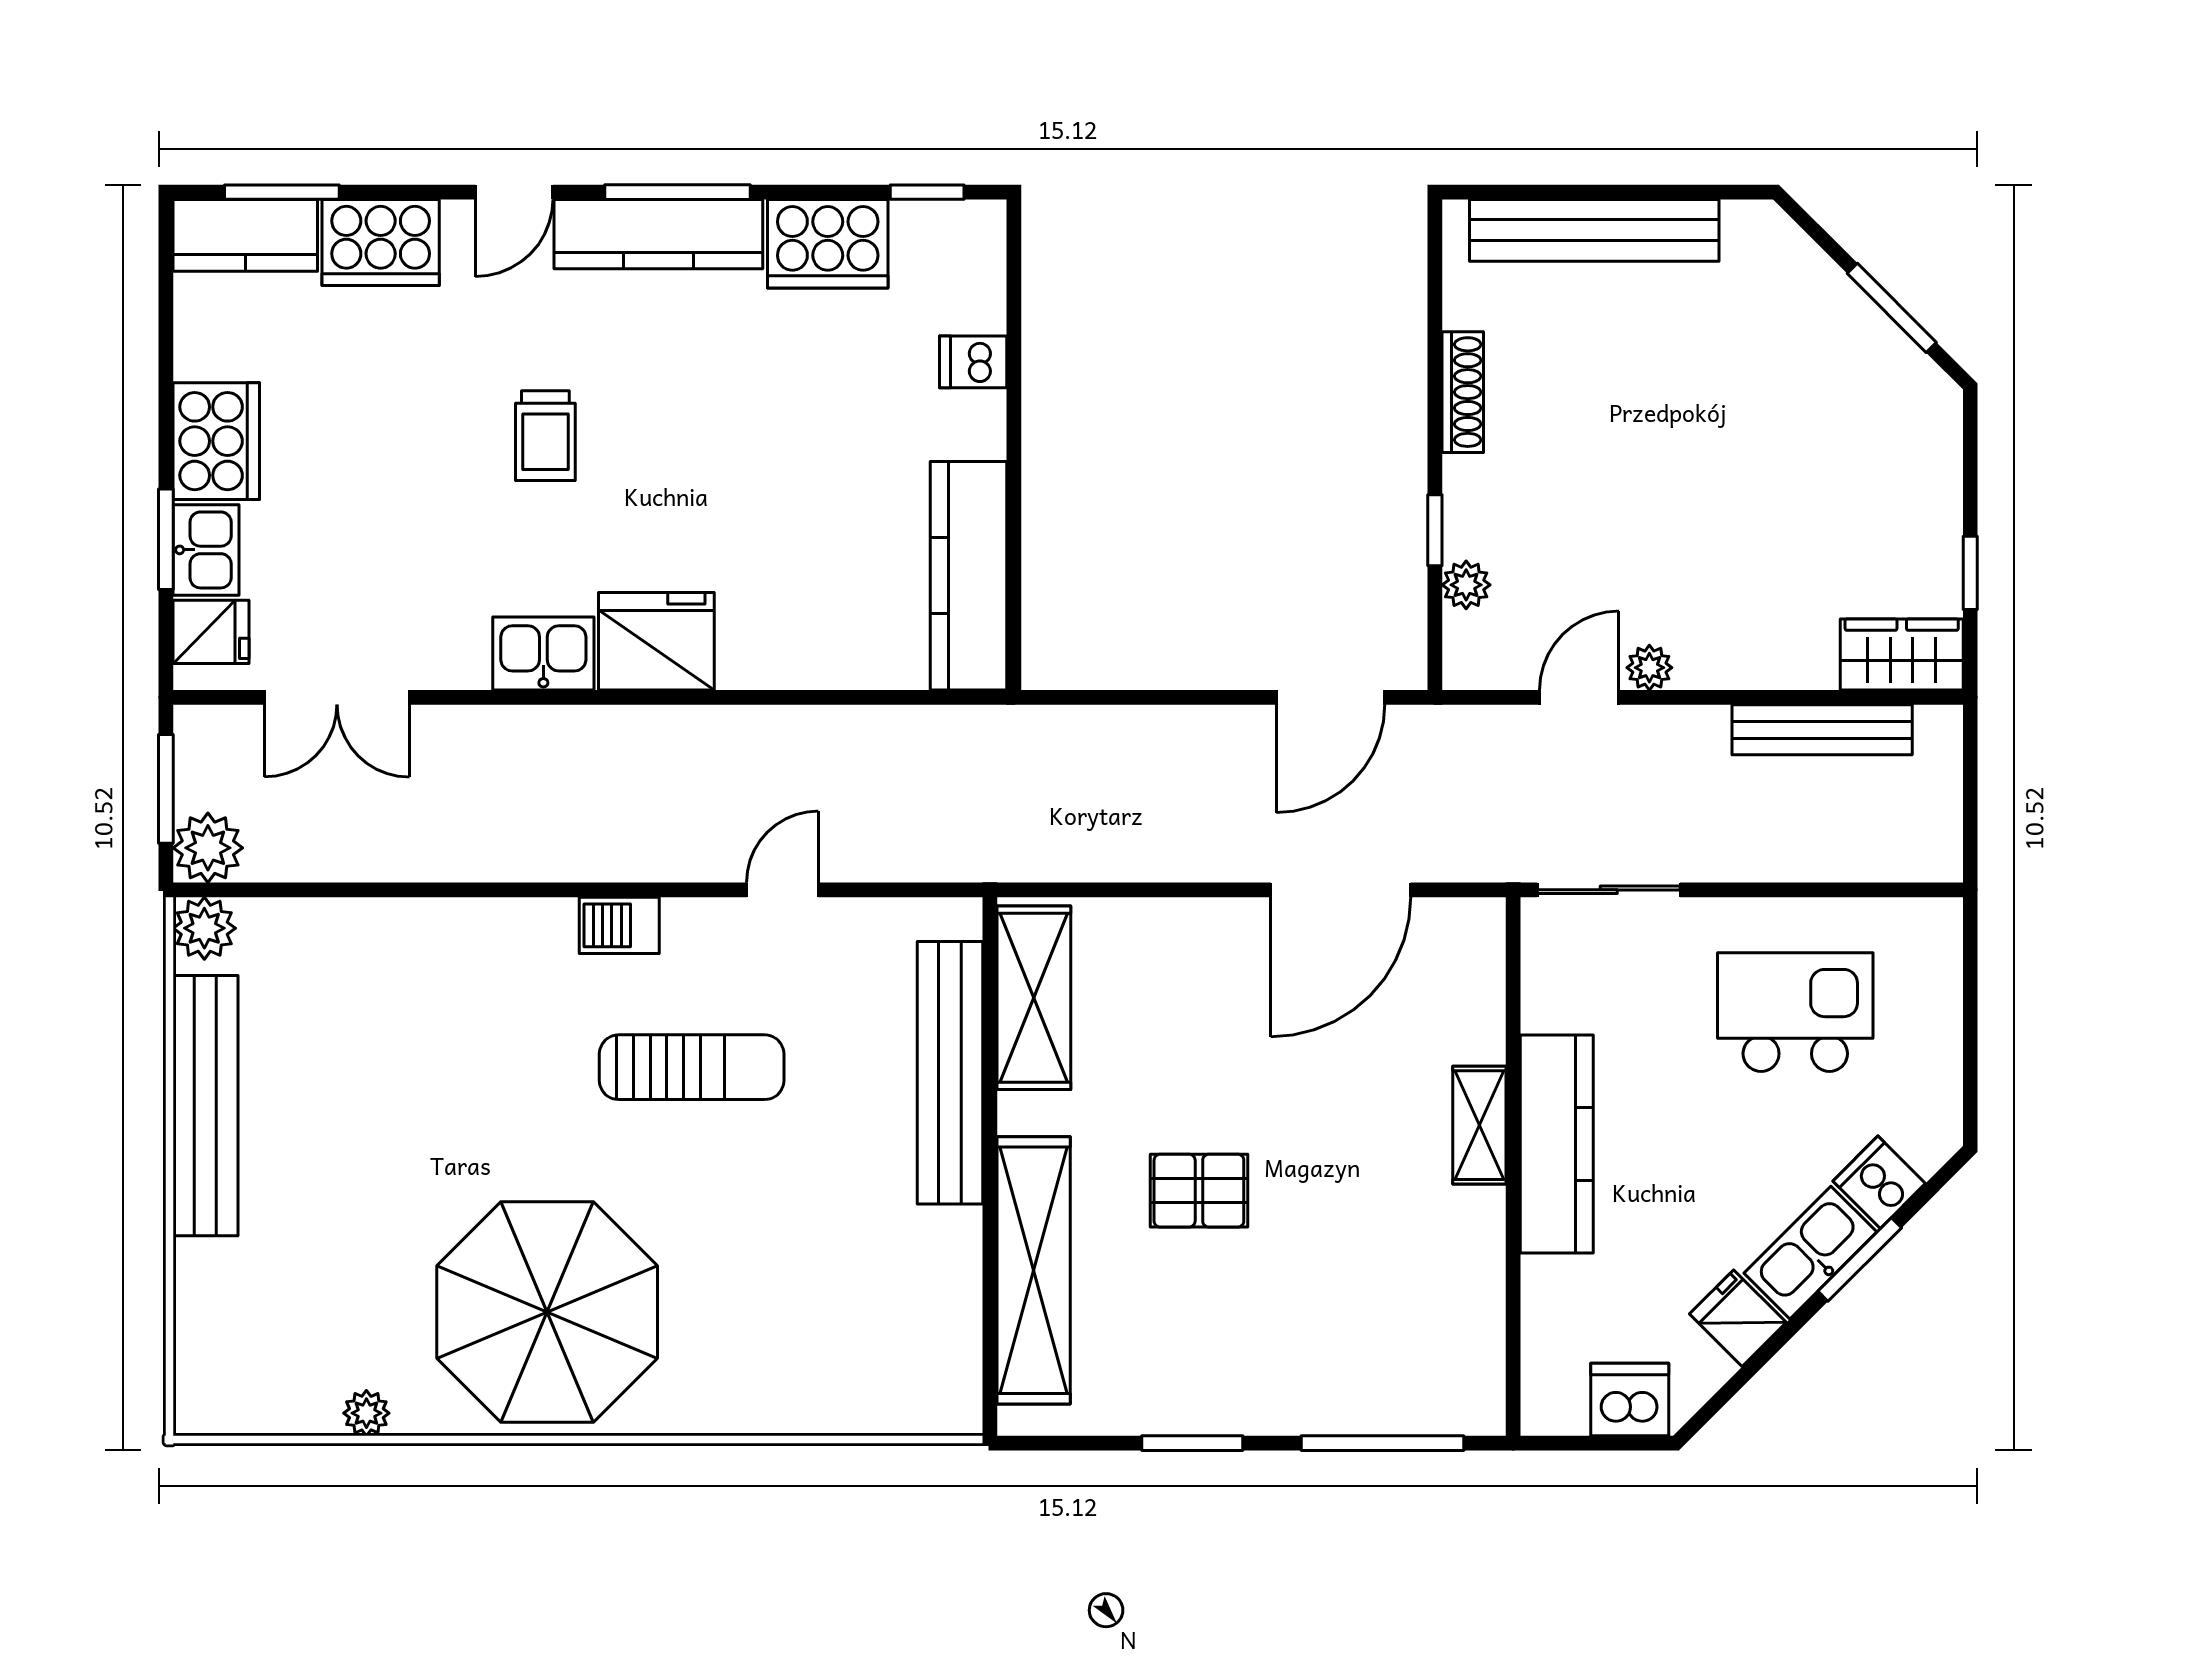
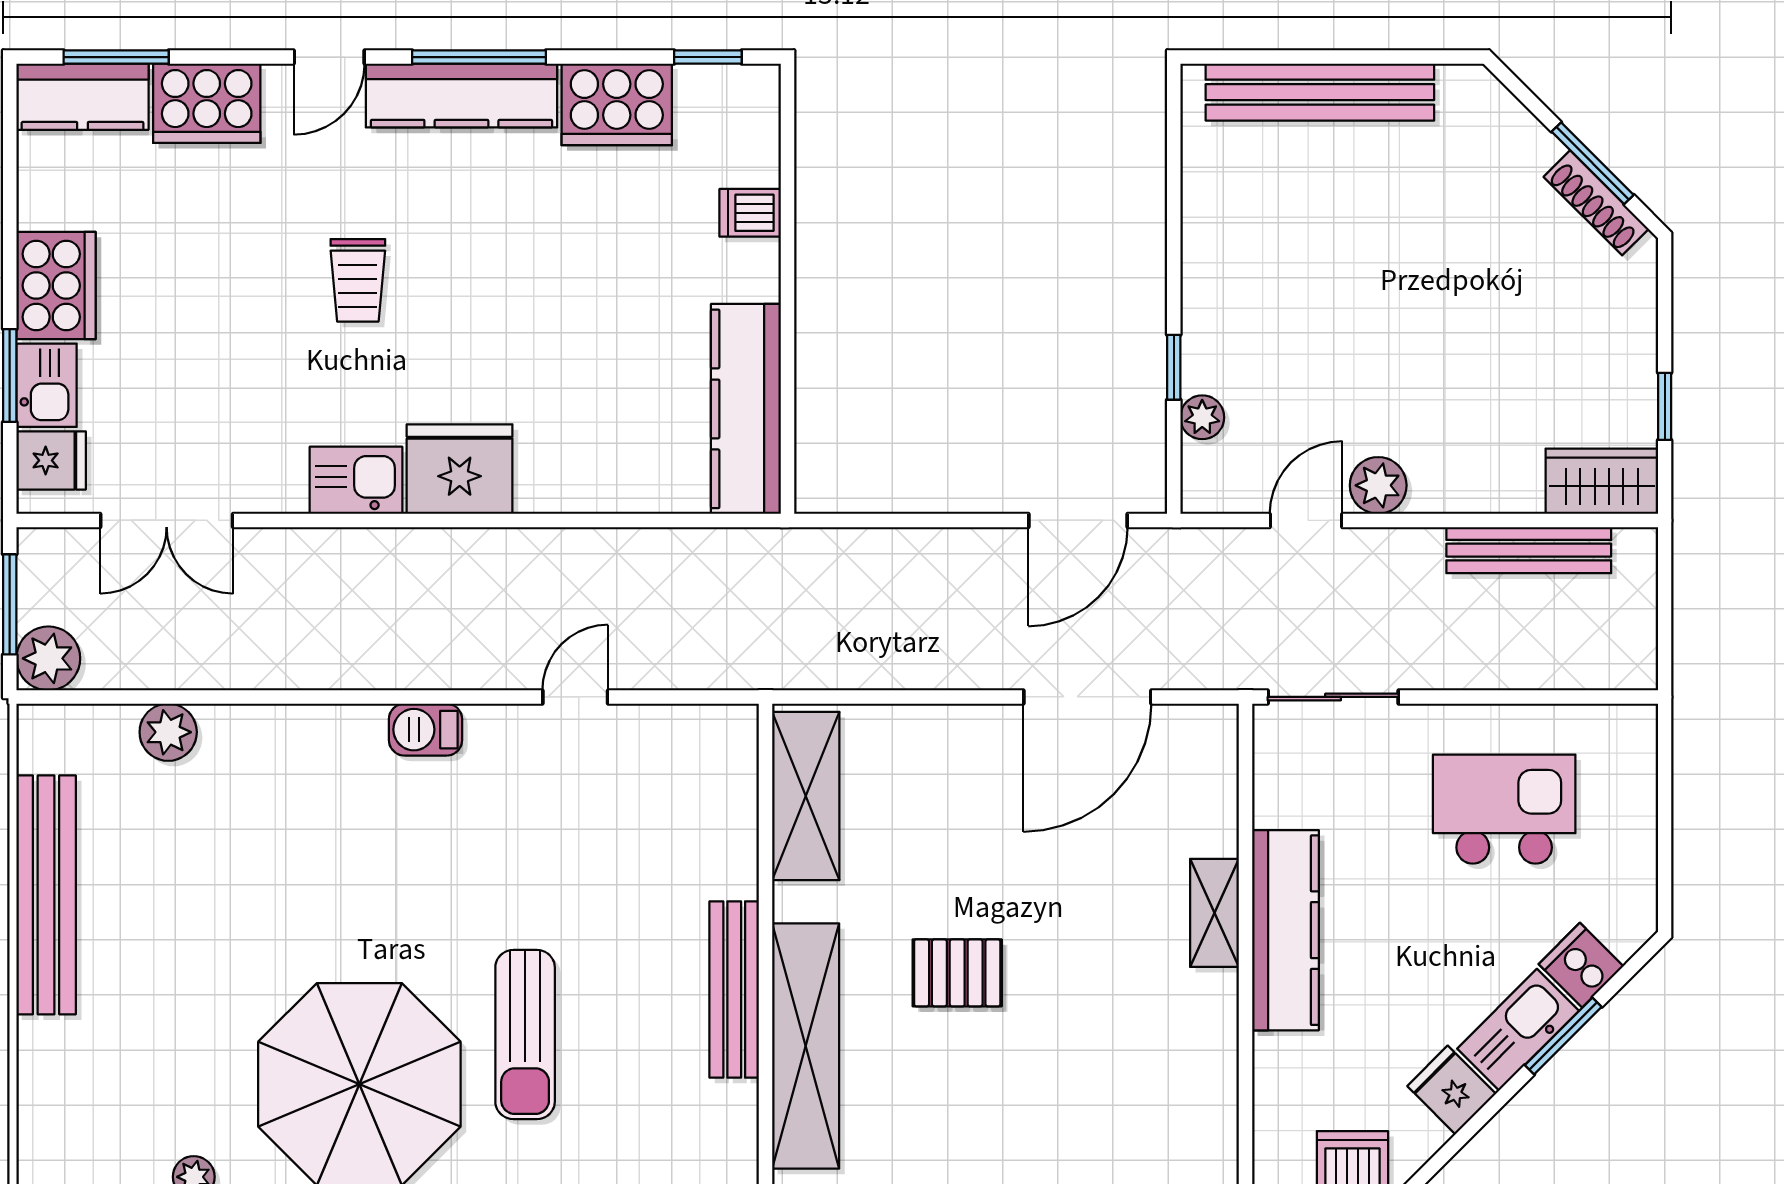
shoe rack: (1463, 392) -> (1596, 203), moved, turned 135
plant: (1649, 668) -> (1378, 485), width x1.38, depth x1.38
plant: (204, 928) -> (168, 732), moved
sun lounger: (692, 1067) -> (525, 1034), moved, turned 90
bench: (950, 1073) -> (734, 989), moved, width x0.73, depth x0.82

